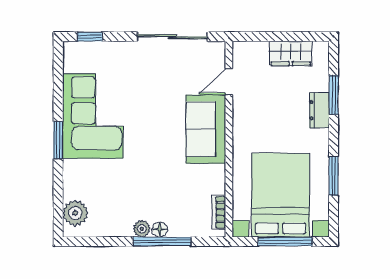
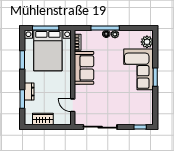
door: (229, 82) -> (73, 105), swing flipped
corner sofa: (93, 116) -> (139, 69), moved
sofa: (206, 129) -> (84, 68), moved

